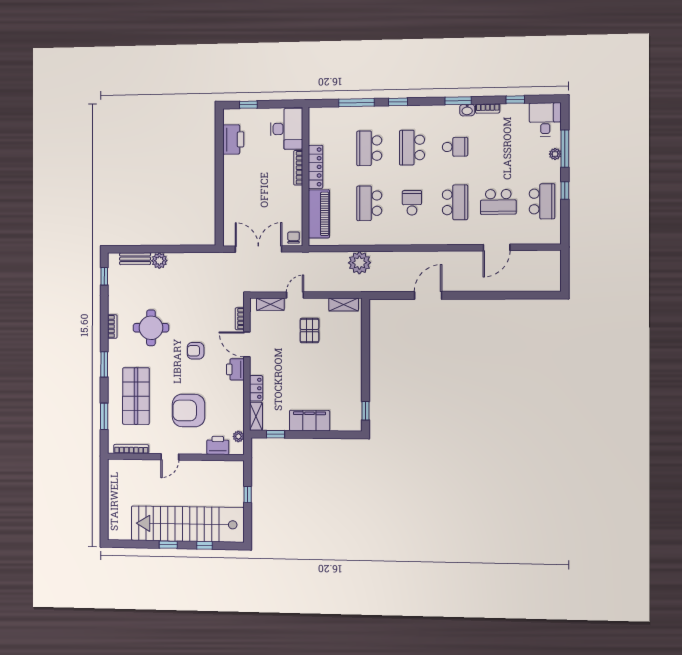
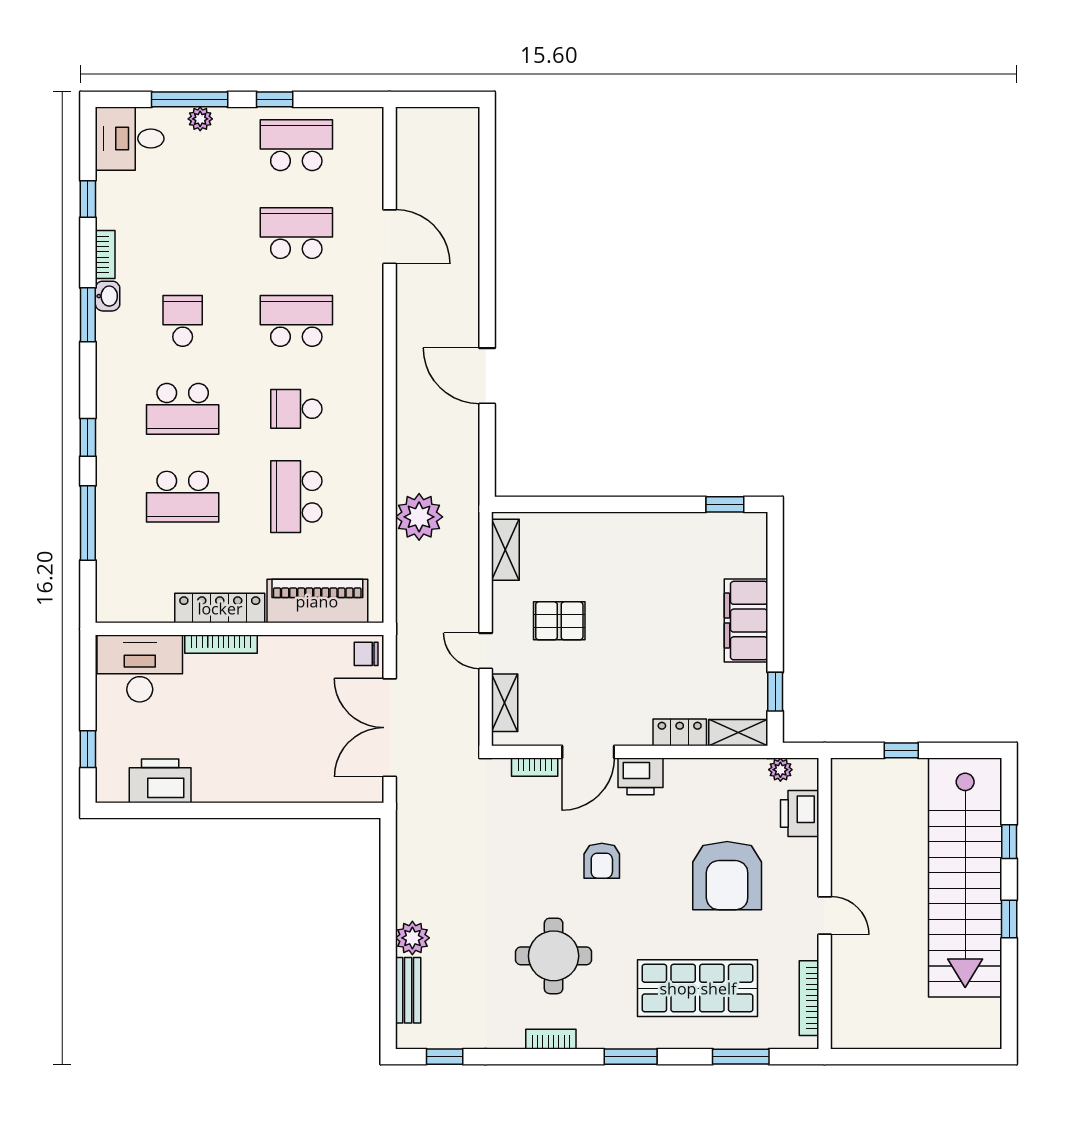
school desk: (498, 202) -> (296, 233), turned -90
school desk: (369, 203) -> (296, 497), turned 90

